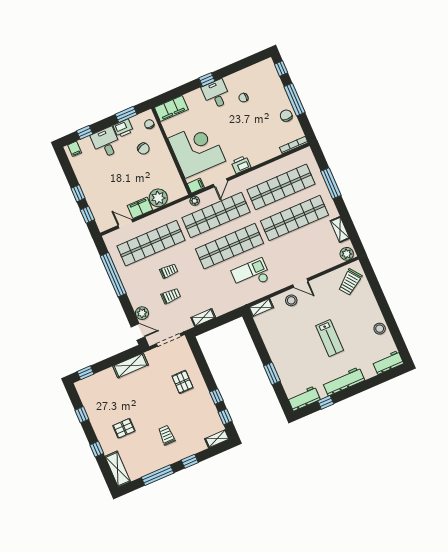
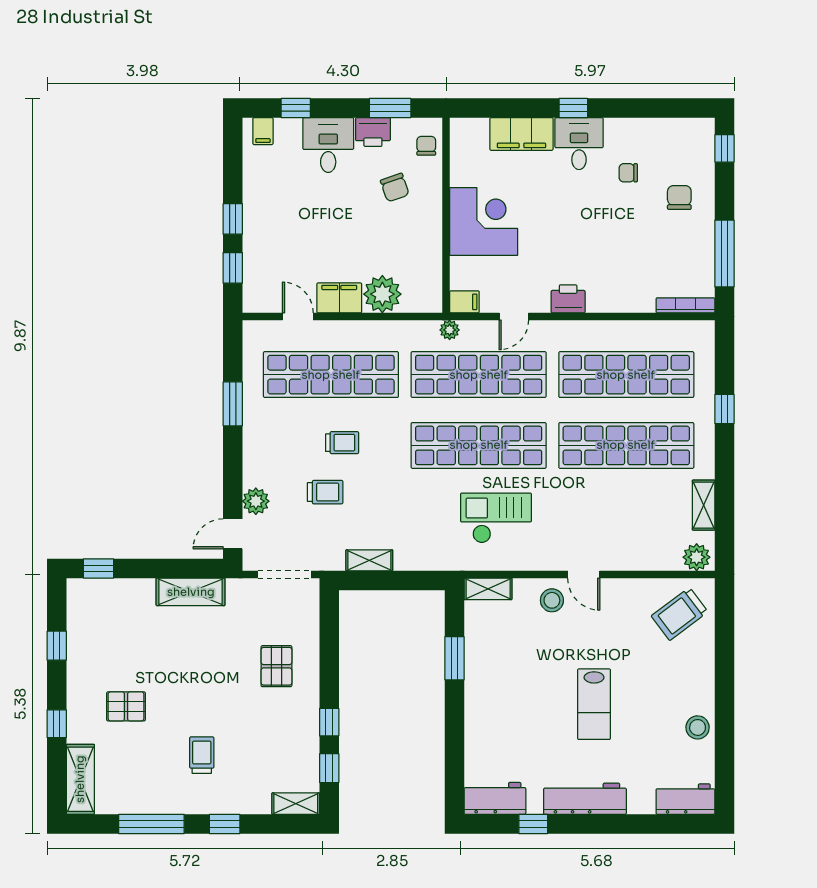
window: (295, 100) -> (724, 253), moved
filing cabinet: (171, 109) -> (521, 134), moved
chair: (286, 116) -> (679, 198), moved
corner desk: (197, 150) -> (484, 221), width x0.74, depth x0.74
window: (331, 183) -> (724, 409), width x0.46
window: (113, 275) -> (233, 404), width x0.47
door: (138, 332) -> (233, 534), swing flipped
window: (272, 373) -> (455, 658), moved

